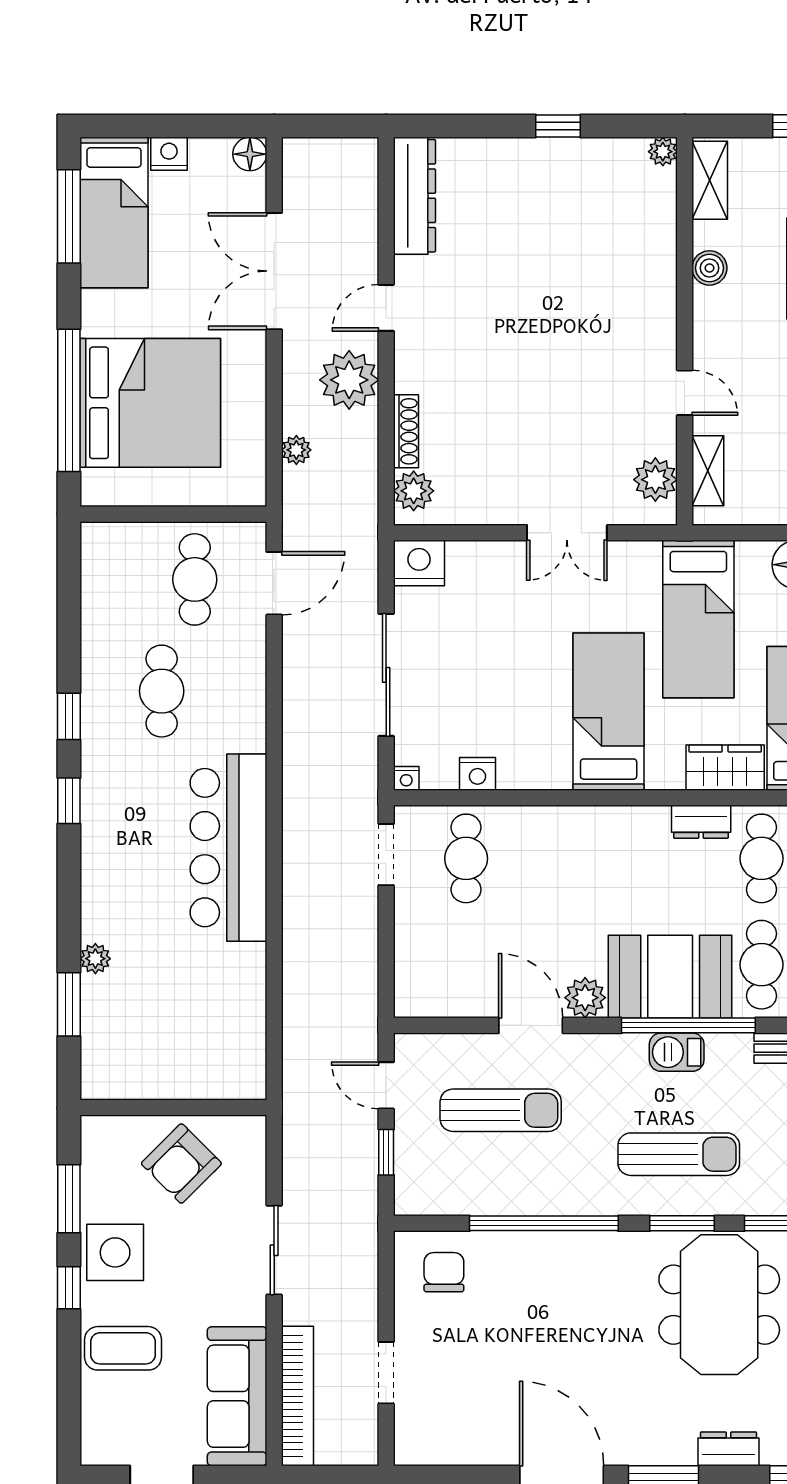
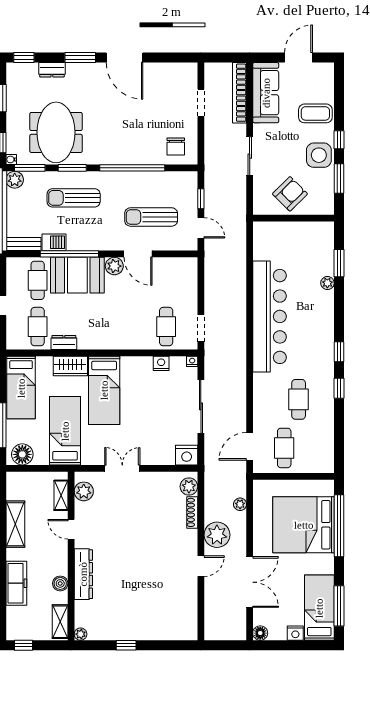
dresser: (414, 196) -> (83, 574), moved, turned 180
wardrobe: (725, 768) -> (70, 366), moved
bar counter: (228, 848) -> (270, 316), width x1.36
barbecue: (677, 1052) -> (54, 242), moved

